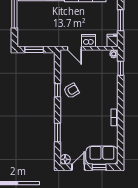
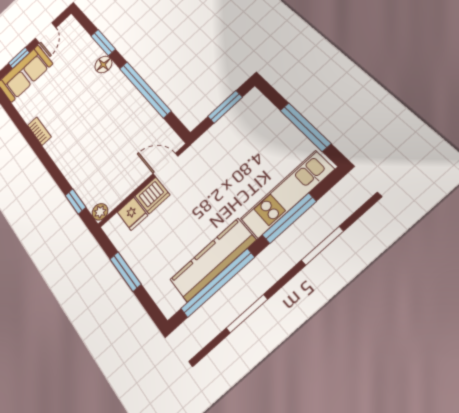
fridge: (113, 41) -> (132, 214), moved
window: (57, 90) -> (145, 89), width x3.17
armchair: (71, 91) -> (124, 107), removed
floor lamp: (65, 159) -> (103, 65), moved

